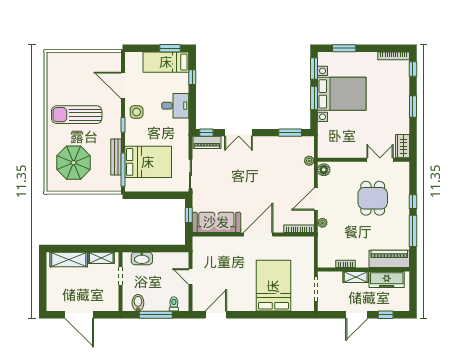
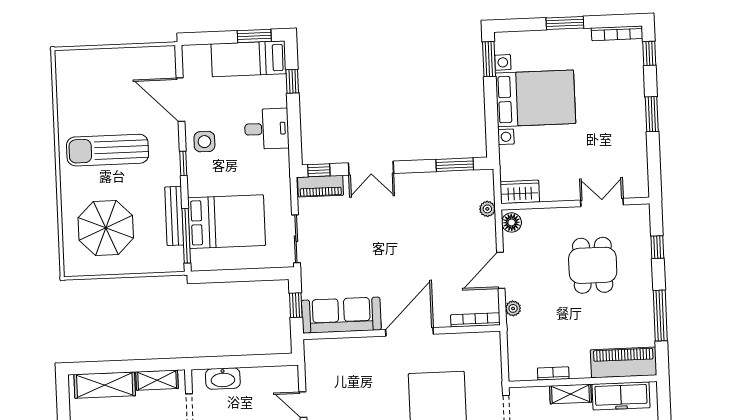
window: (344, 48) -> (565, 23), moved
window: (314, 98) -> (491, 107), removed
wardrobe: (402, 146) -> (520, 192), moved, turned 90
window: (413, 202) -> (657, 247), moved

